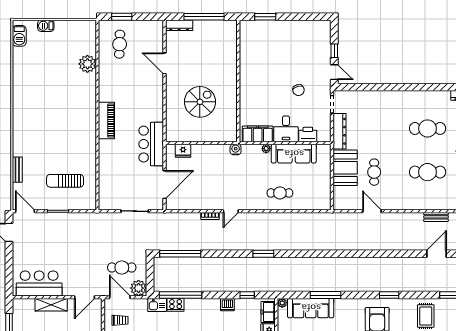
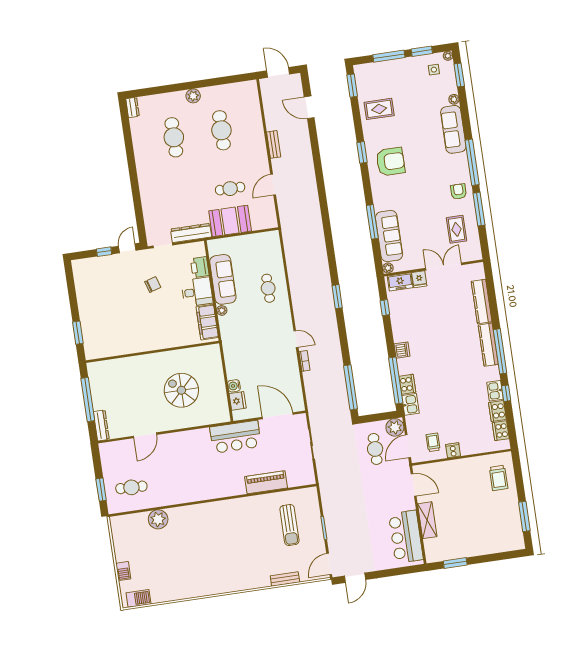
piano: (106, 121) -> (266, 482), moved
water cooler: (236, 149) -> (234, 386), moved
bench: (436, 217) -> (274, 144), moved
dishwasher: (227, 305) -> (402, 350), moved

